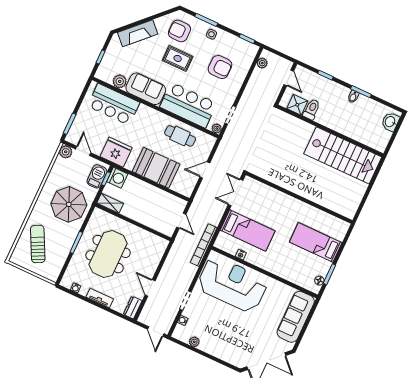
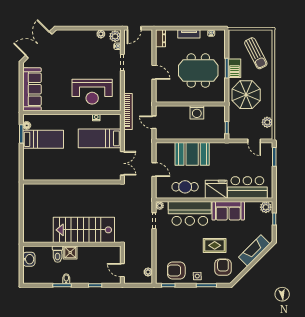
armchair: (179, 31) -> (223, 267), turned -90
armchair: (220, 67) -> (176, 271), moved
plant: (120, 81) -> (266, 207), moved
shower: (297, 105) -> (70, 252), moved
toilet: (312, 109) -> (58, 254), moved
washbasin: (390, 122) -> (29, 259), moved
plant: (66, 152) -> (267, 122), moved
fridge: (116, 152) -> (216, 189), moved, turned 180
stairs: (343, 155) -> (84, 230), moved
door: (205, 170) -> (154, 170), hinge flipped
barbecue: (97, 176) -> (234, 68), moved
washing machine: (117, 178) -> (197, 112), moved, turned -90
shelving: (110, 203) -> (215, 110), removed
bed: (316, 242) -> (43, 139), moved
meeting table: (108, 254) -> (198, 71), turned 90
reception desk: (232, 284) -> (92, 92), width x0.74, depth x0.77
door: (150, 288) -> (154, 72), moved
door: (156, 332) -> (134, 28), swing flipped
plant: (180, 332) -> (115, 36), added

